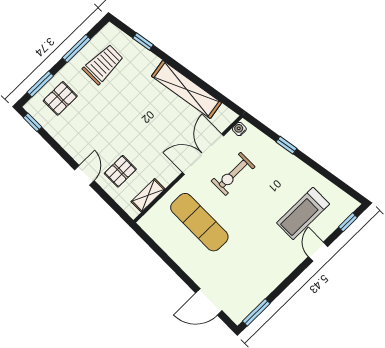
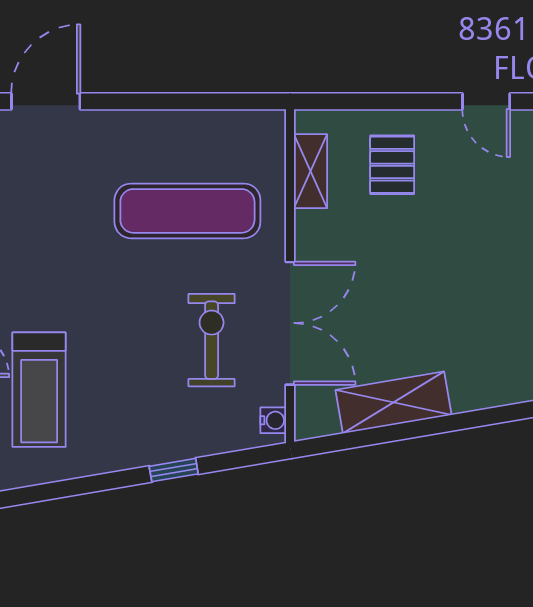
shelving: (186, 89) -> (394, 402), width x0.68
door: (84, 175) -> (486, 101), moved
treadmill: (303, 213) -> (39, 390), turned 180

